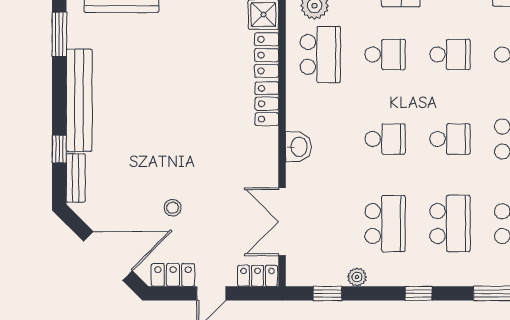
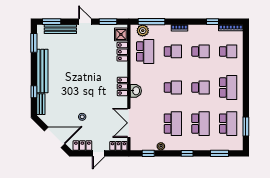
locker: (267, 104) -> (122, 86), moved

